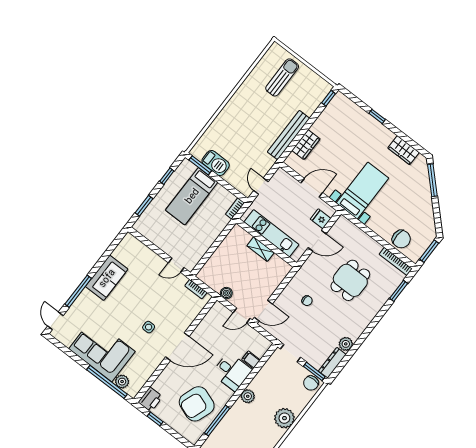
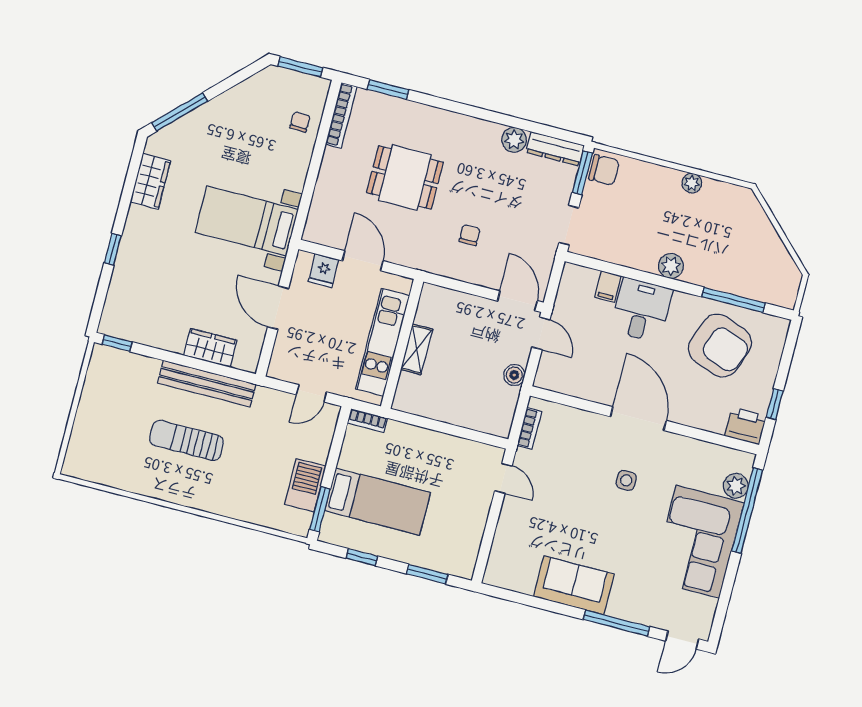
sun lounger: (282, 77) -> (186, 440), moved
chair: (401, 239) -> (300, 122), width x0.54, depth x0.54
plant: (284, 418) -> (692, 183), width x0.53, depth x0.53

